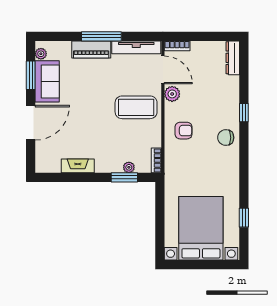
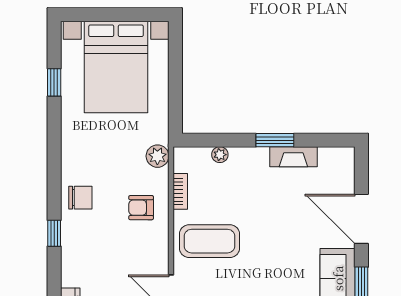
plant: (172, 94) -> (157, 156), moved
door: (31, 123) -> (361, 219), hinge flipped
bookcase: (156, 160) -> (180, 191), moved
window: (124, 177) -> (275, 140), moved

